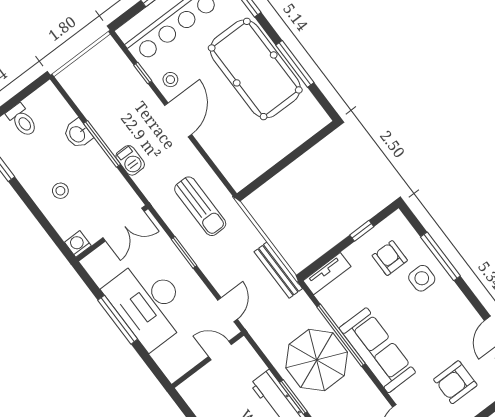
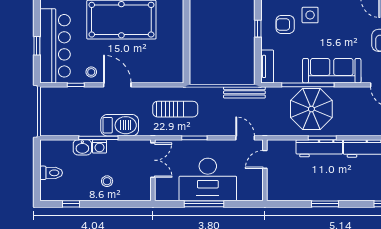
barbecue: (130, 160) -> (120, 125), width x1.88, depth x1.53
washing machine: (78, 244) -> (99, 146), moved, turned -90

